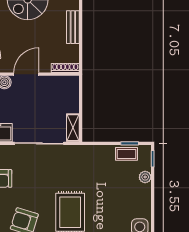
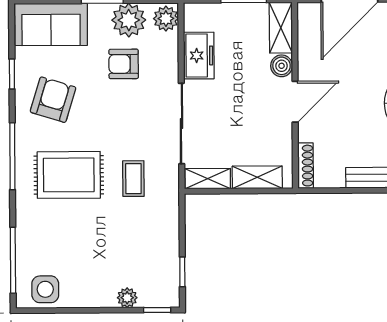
door: (26, 74) -> (295, 102), hinge flipped
shelving: (72, 97) -> (257, 177), added
coffee table: (126, 154) -> (133, 179), moved

